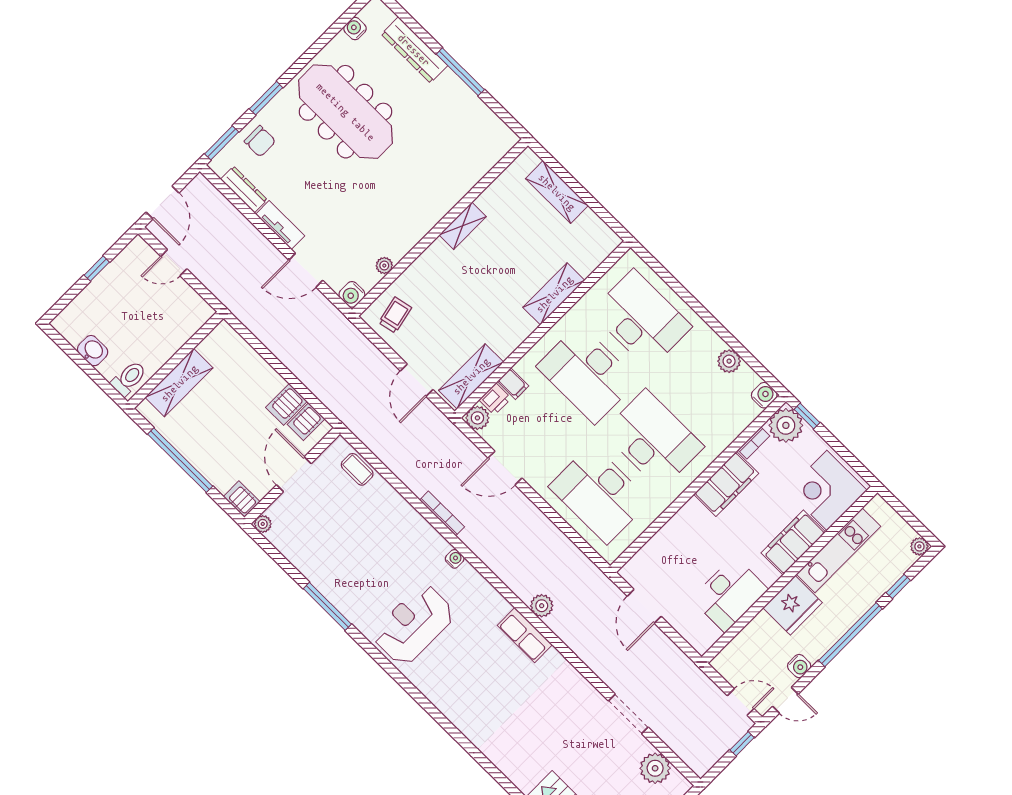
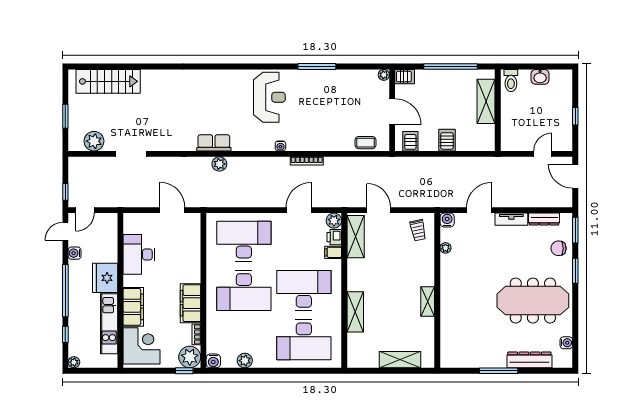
server rack: (286, 404) -> (447, 140), moved

